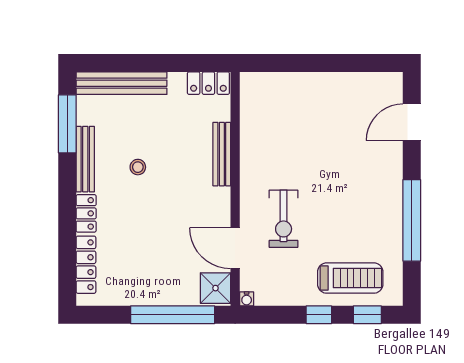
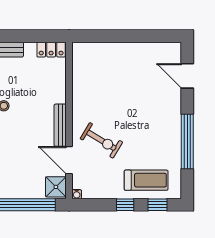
door: (412, 122) -> (187, 76), hinge flipped
bench: (222, 154) -> (60, 125), moved
exercise bike: (284, 219) -> (101, 140), turned -59

